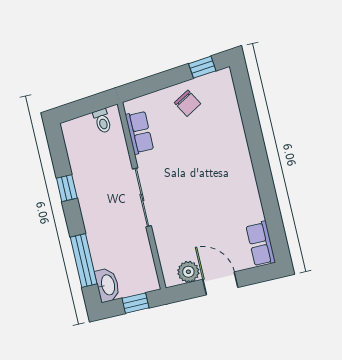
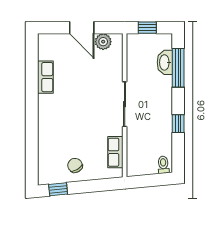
toilet: (102, 121) -> (163, 165), moved
row of seats: (261, 244) -> (45, 77), moved
washbasin: (107, 285) -> (165, 62), moved

